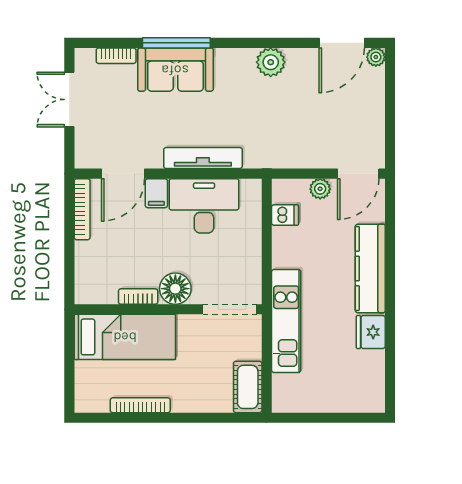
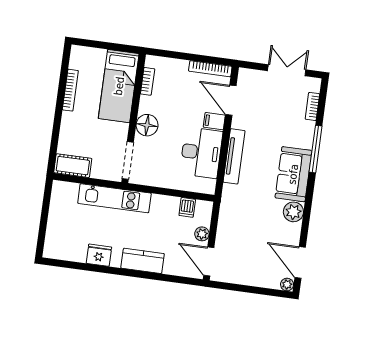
sofa: (175, 70) -> (293, 174), moved
kitchen counter: (370, 268) -> (143, 261), width x0.67
bookcase: (138, 297) -> (148, 81), moved

